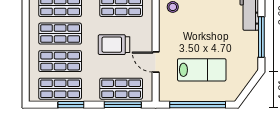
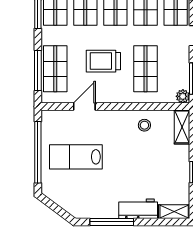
trolley: (114, 45) -> (103, 61), turned -90
lab bench: (202, 70) -> (76, 157), turned 90

